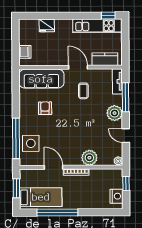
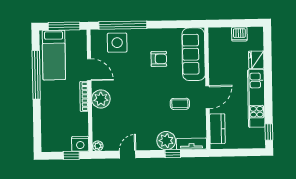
kitchen unit: (97, 26) -> (256, 98), moved
dishwasher: (25, 52) -> (239, 34), moved
window: (126, 97) -> (173, 154), width x0.46
plant: (115, 113) -> (166, 141), moved
plant: (89, 158) -> (101, 99), moved
door: (53, 167) -> (89, 70), hinge flipped
window: (16, 188) -> (64, 26), width x1.44
nightstand: (116, 196) -> (80, 144), moved

